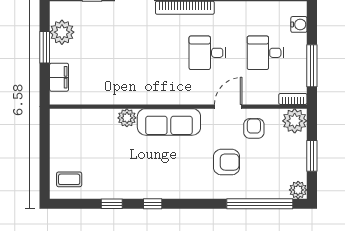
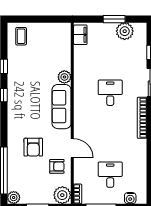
desk: (207, 53) -> (110, 93), moved
filing cabinet: (59, 77) -> (80, 35), moved, turned -90

